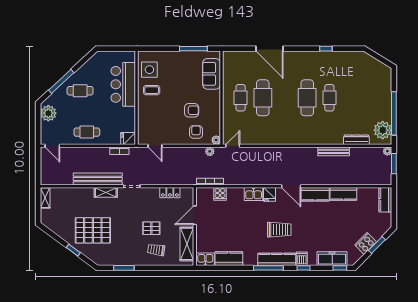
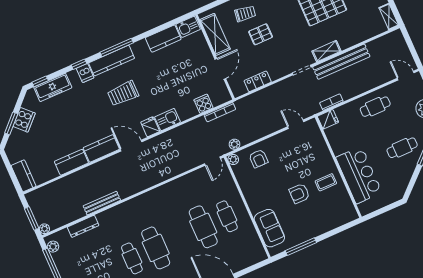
side table: (149, 70) -> (338, 203), removed
armchair: (192, 110) -> (299, 193), moved
plant: (383, 130) -> (53, 247), width x0.53, depth x0.53

